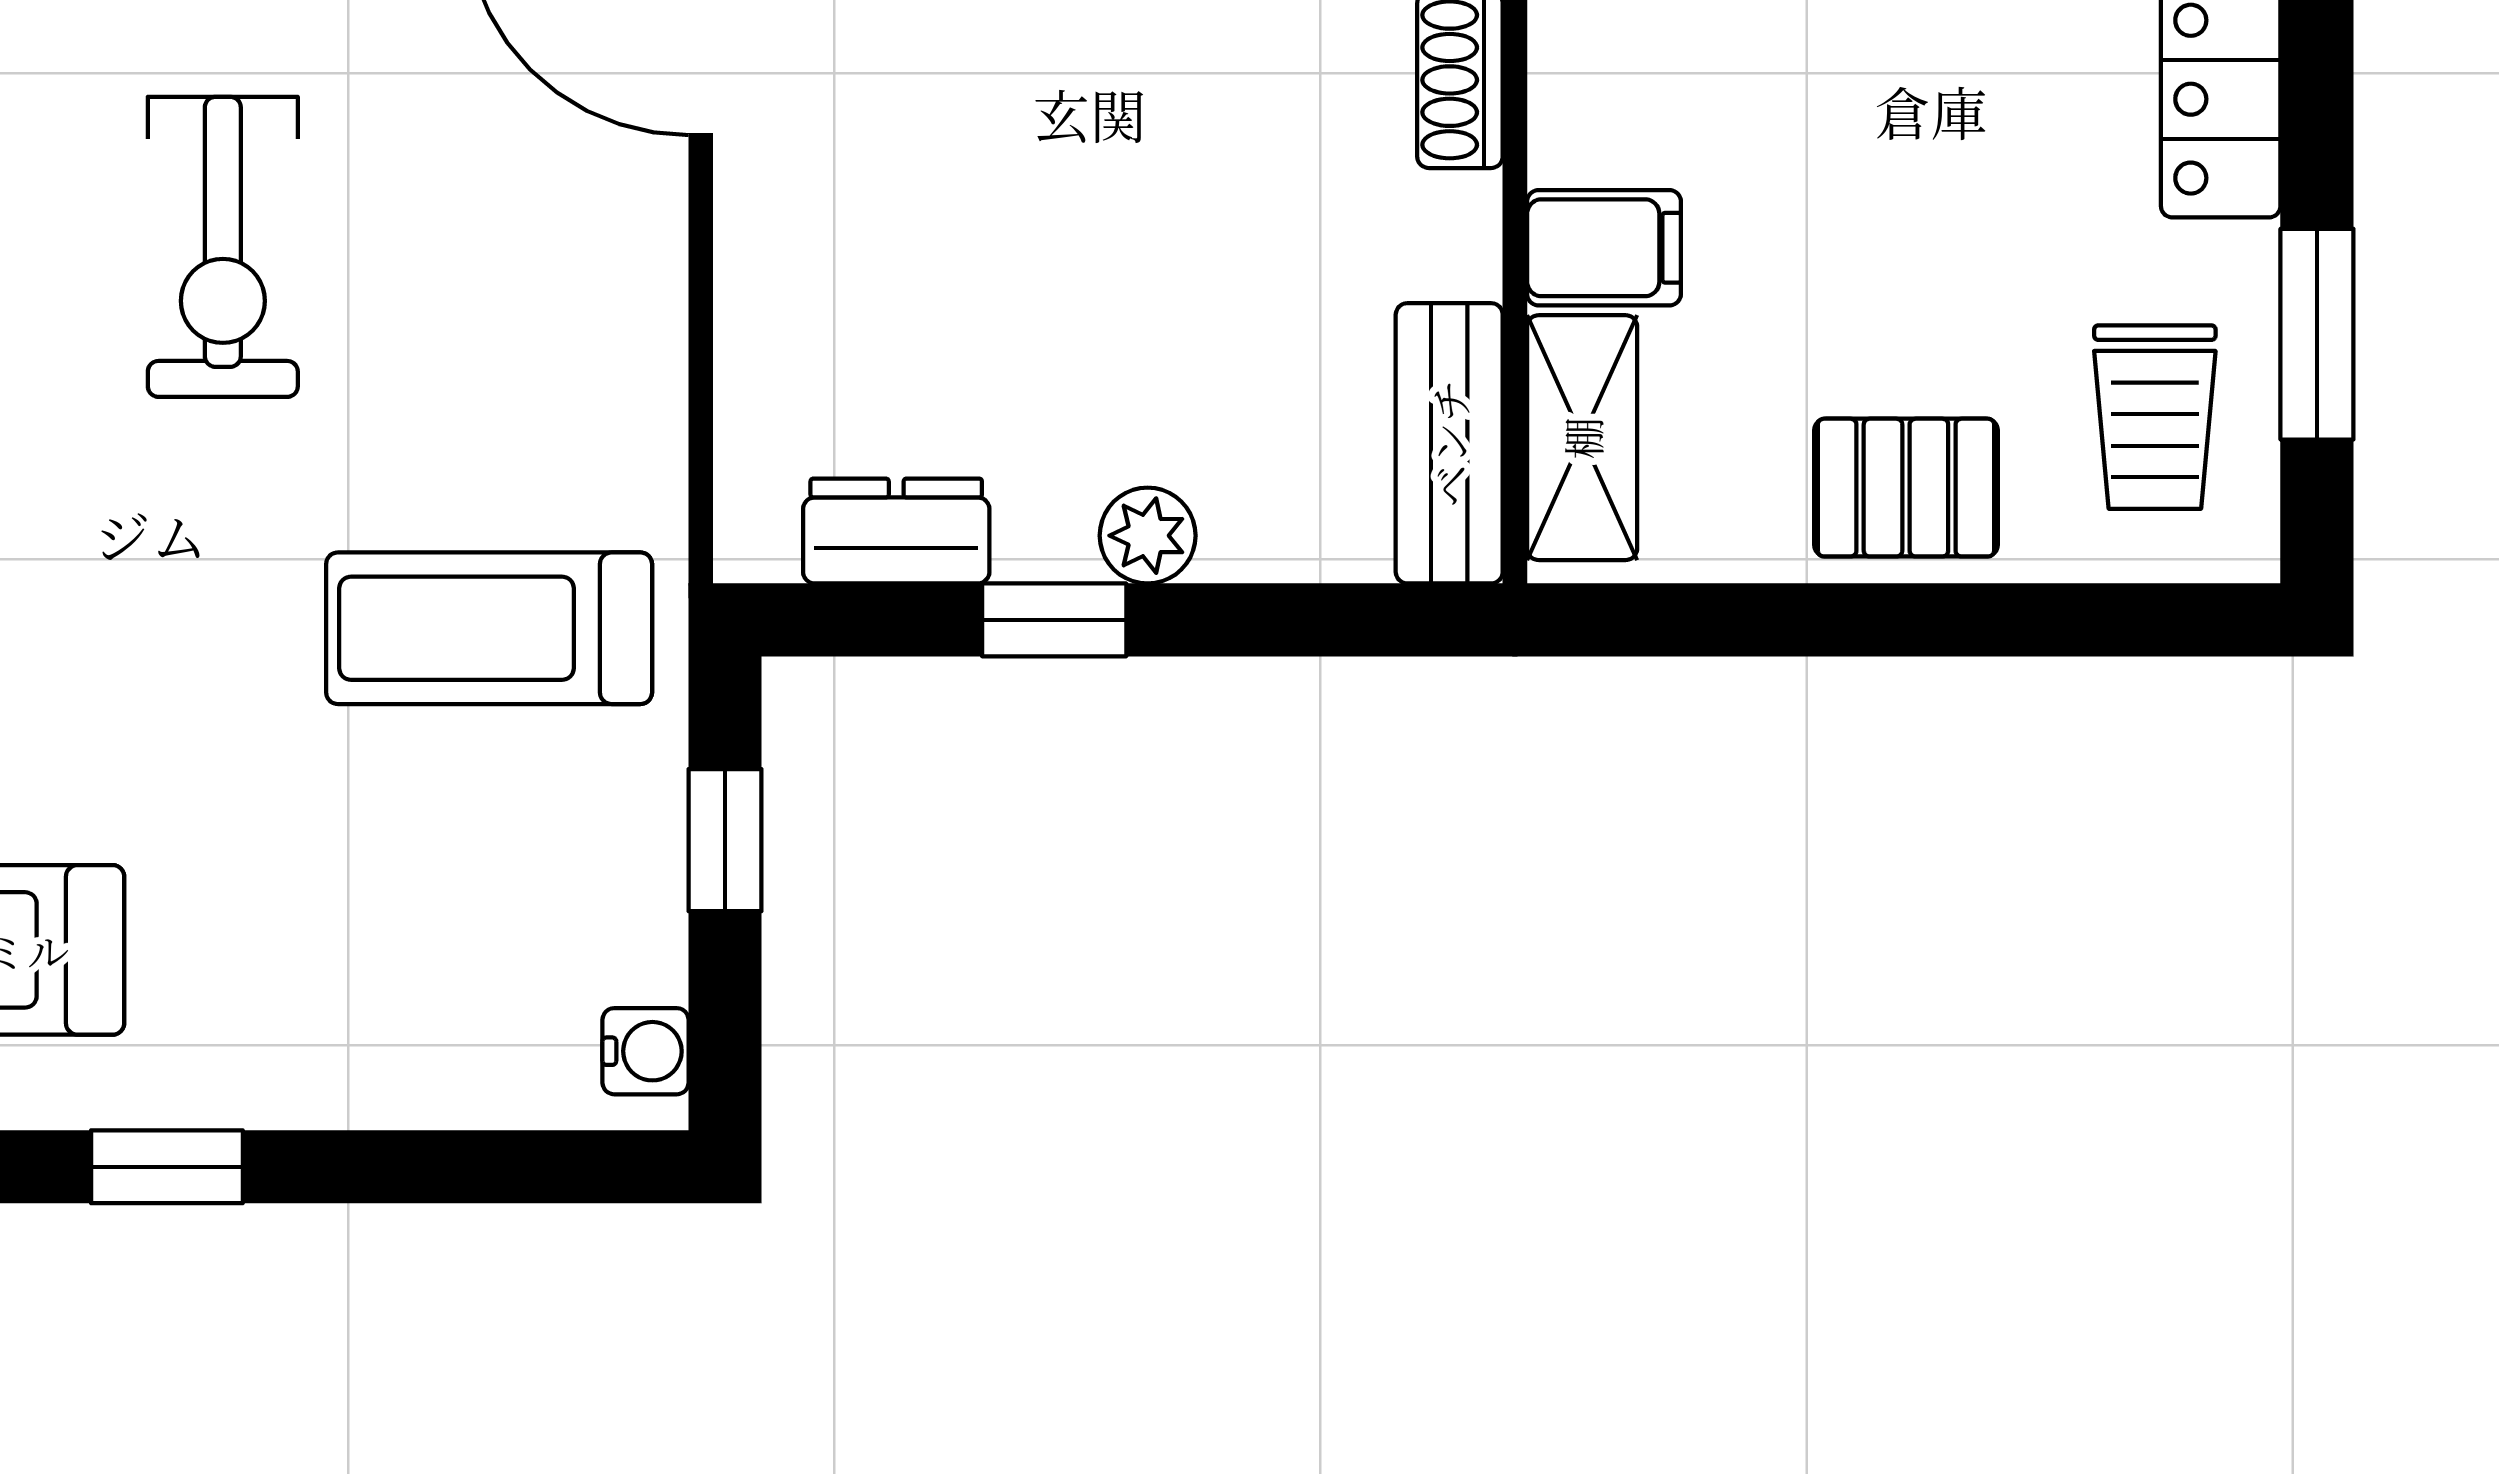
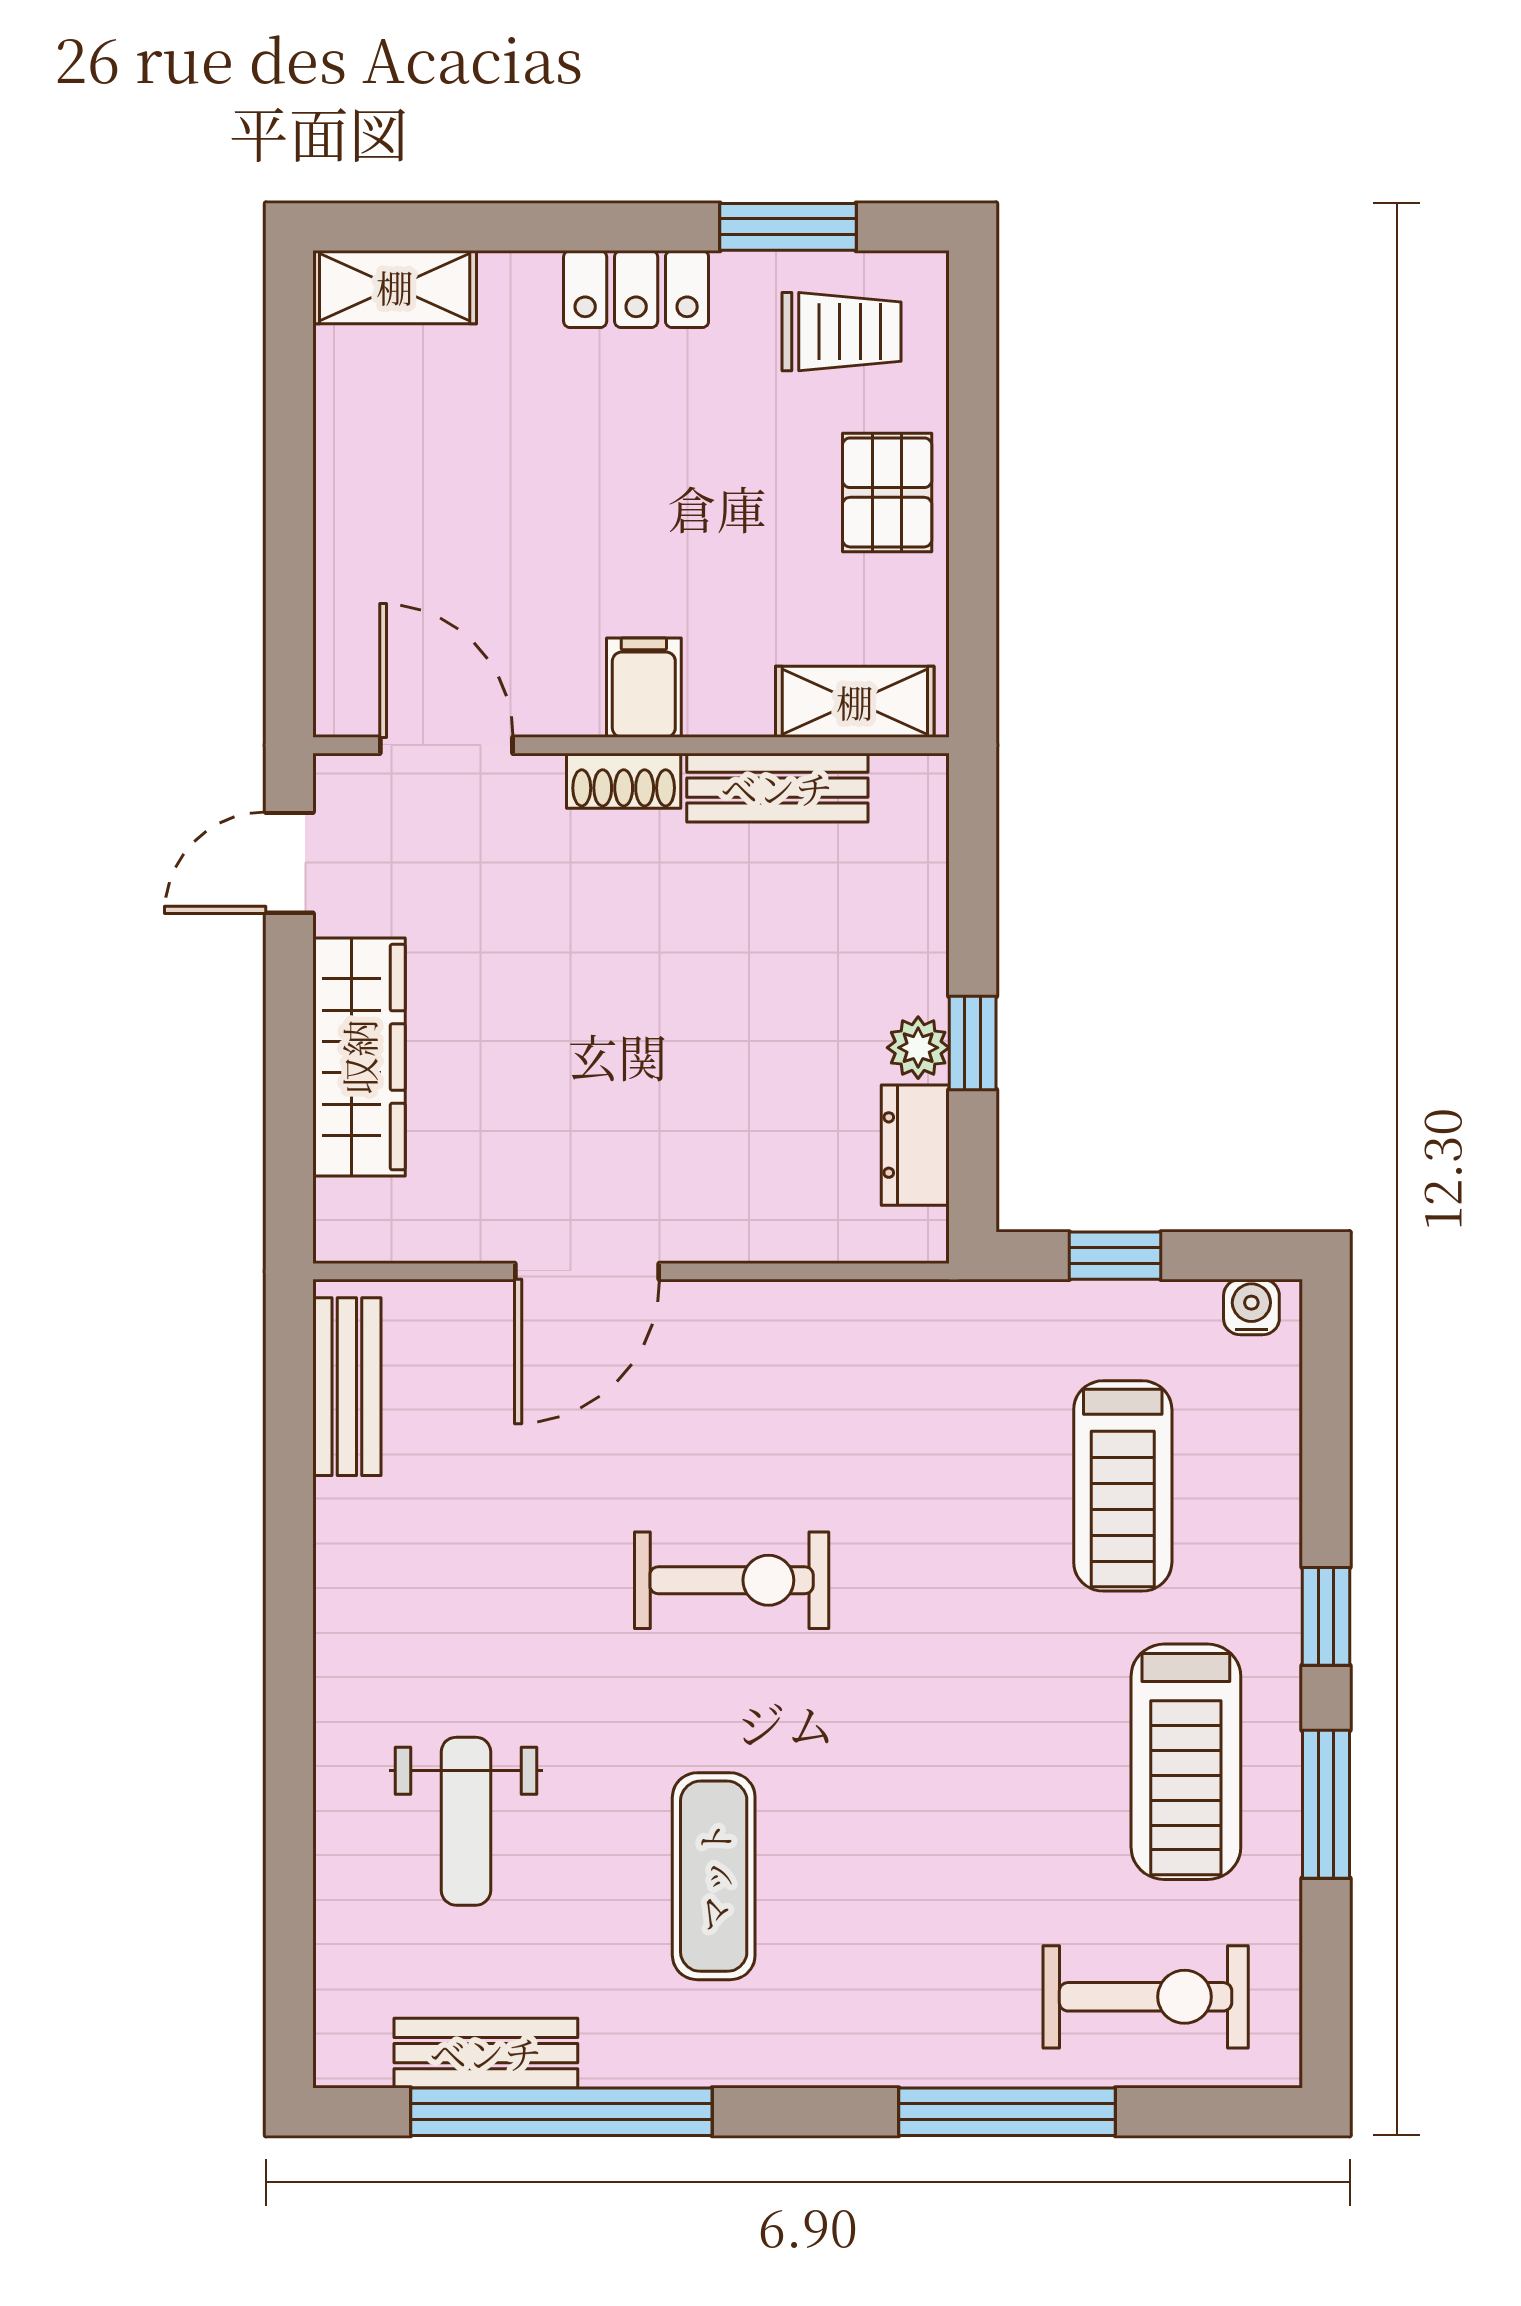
filing cabinet: (1604, 248) -> (644, 688), moved
bench: (1449, 443) -> (777, 788), moved
plant: (1148, 536) -> (918, 1048), moved
treadmill: (489, 628) -> (1123, 1486), moved

